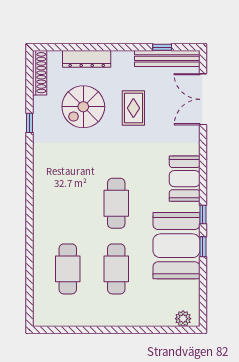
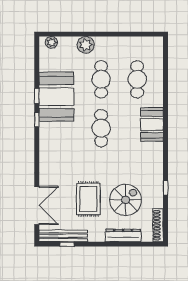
rug: (133, 108) -> (88, 199), width x1.36, depth x1.43
booth: (185, 179) -> (152, 124), moved
plant: (137, 315) -> (86, 45), added

